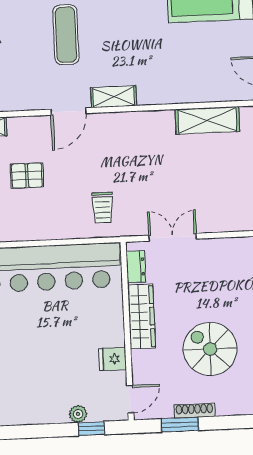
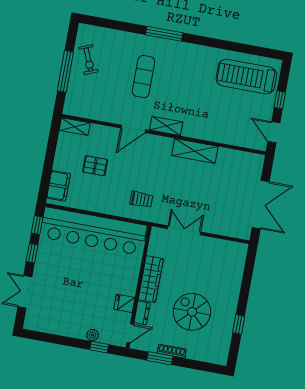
shelving: (207, 120) -> (195, 151), moved
trolley: (103, 208) -> (141, 199), turned -90
dresser: (136, 267) -> (142, 313), moved

